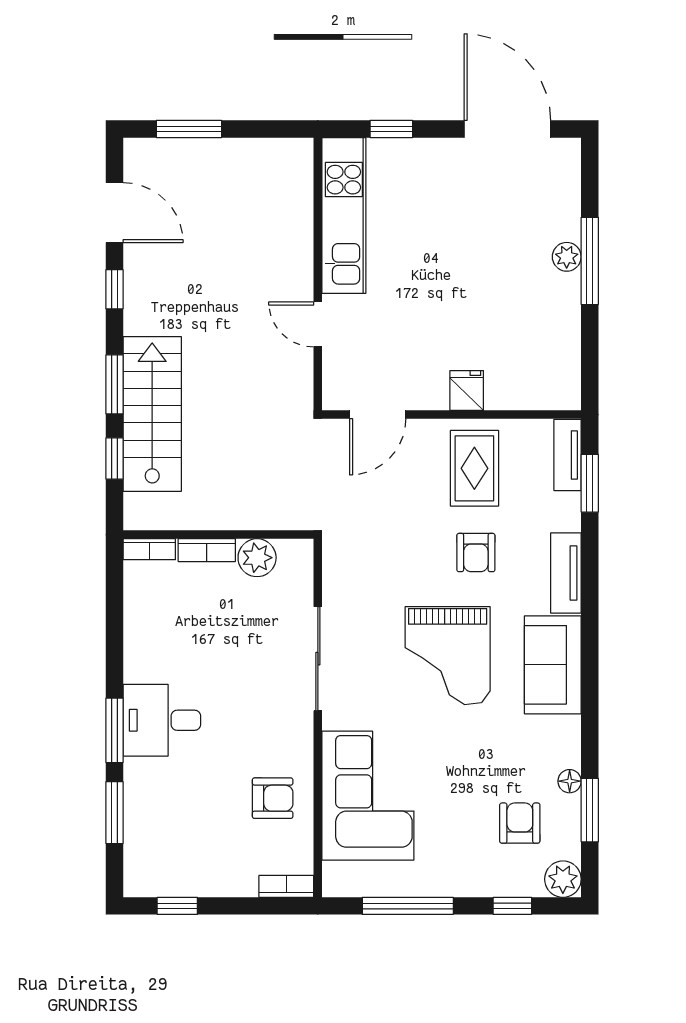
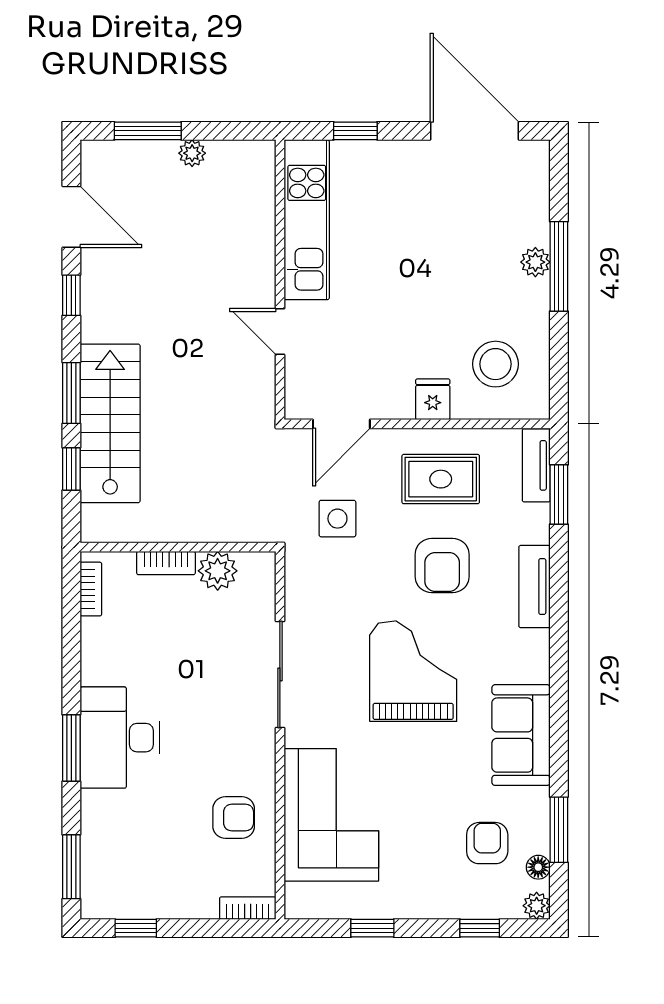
plant: (232, 151) -> (192, 153), added
stool: (528, 356) -> (496, 364), added
rug: (474, 468) -> (441, 479), turned 90
side table: (374, 507) -> (337, 519), added
bookcase: (149, 549) -> (91, 589), moved, turned -90
armchair: (476, 553) -> (442, 566), width x1.38, depth x1.38
grand piano: (448, 656) -> (413, 671), turned 180
sofa: (553, 665) -> (521, 735), moved
desk: (162, 720) -> (120, 738), width x1.37
floor lamp: (570, 781) -> (538, 867), moved
window: (114, 813) -> (71, 867), moved
plant: (563, 879) -> (537, 906), width x0.73, depth x0.73
window: (408, 906) -> (372, 928), width x0.46

